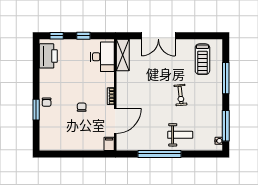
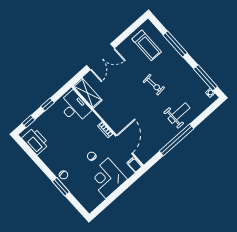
corner desk: (78, 135) -> (107, 178), added

